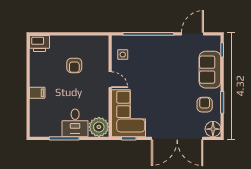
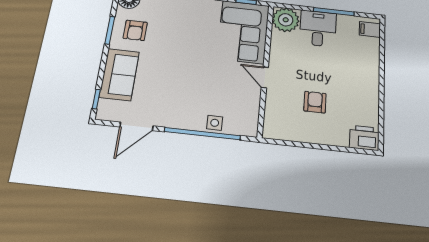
side table: (123, 55) -> (215, 123), moved
filing cabinet: (37, 93) -> (370, 29), moved

